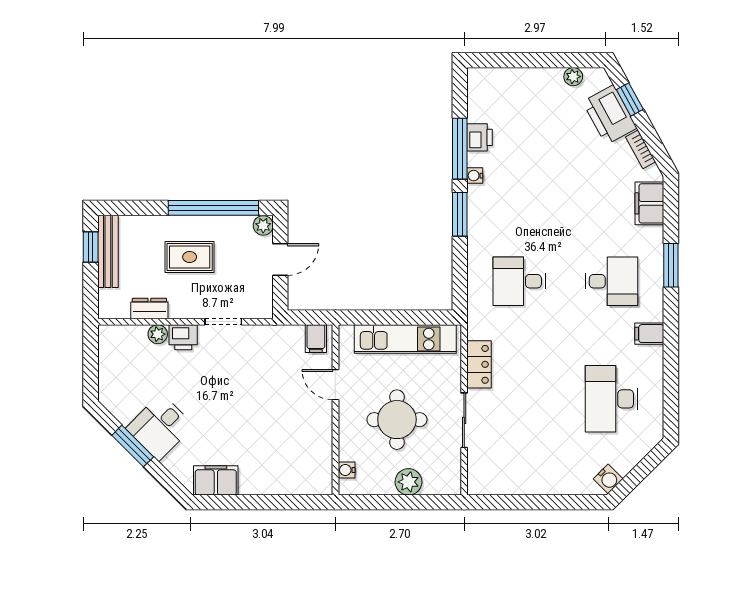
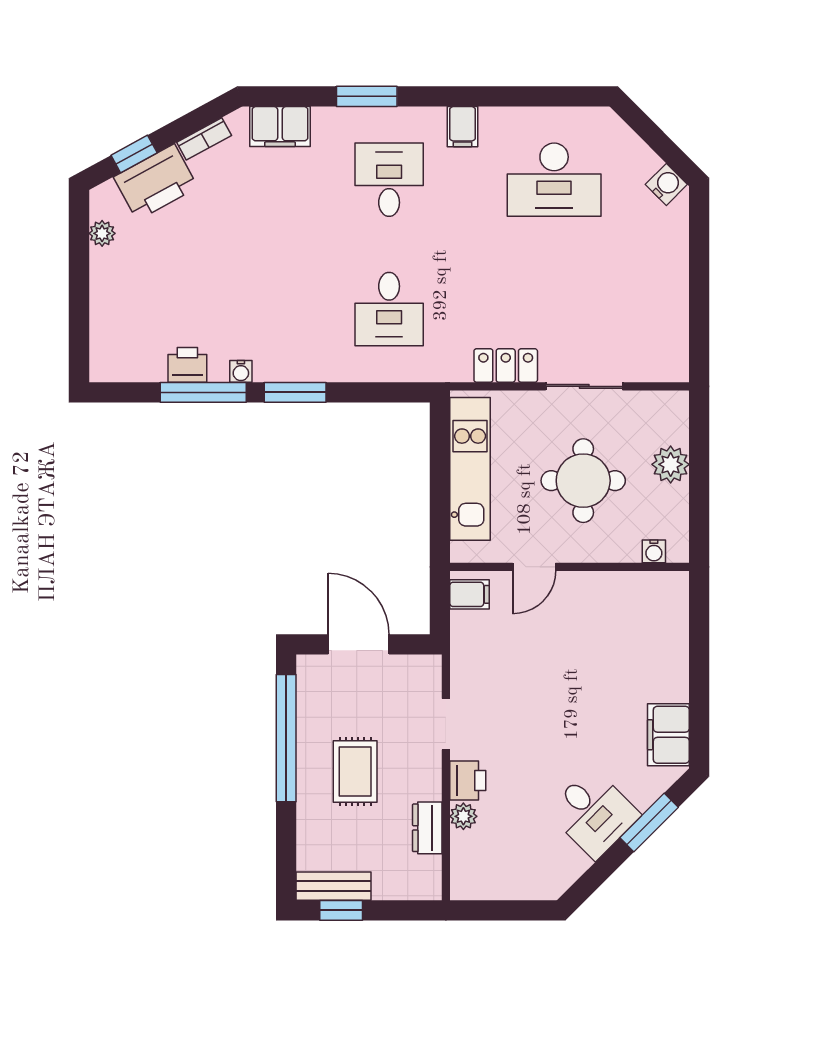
plant: (263, 225) -> (311, 668), removed
bench: (108, 251) -> (333, 886), width x0.73
door: (280, 260) -> (359, 644), width x1.38
window: (133, 446) -> (649, 822), moved

